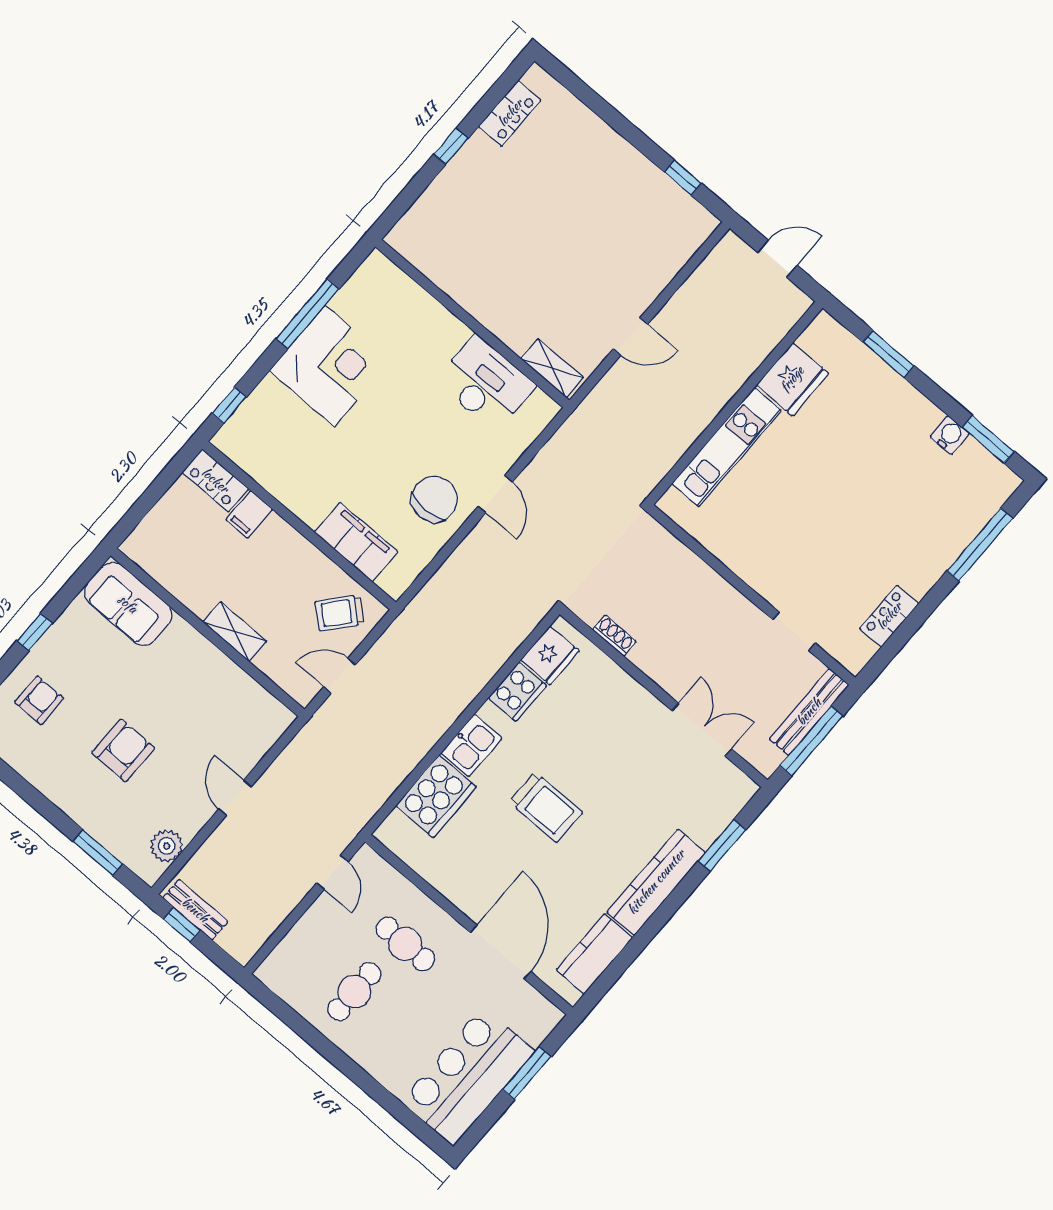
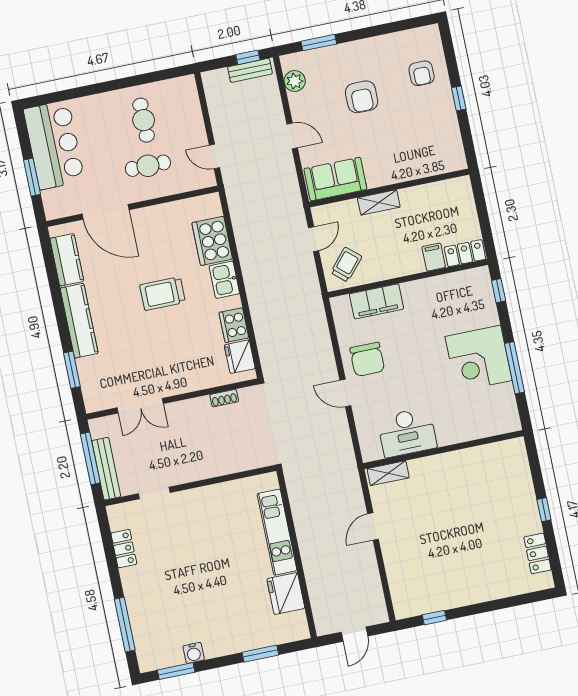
sofa: (128, 604) -> (335, 179), moved

